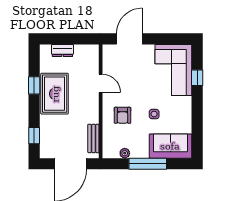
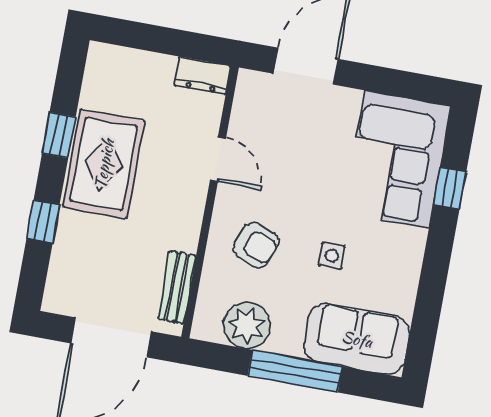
dresser: (62, 50) -> (203, 76), moved
armchair: (123, 115) -> (256, 245), turned -69
window: (34, 136) -> (43, 221), moved
plant: (125, 153) -> (247, 325), width x1.87, depth x1.87

